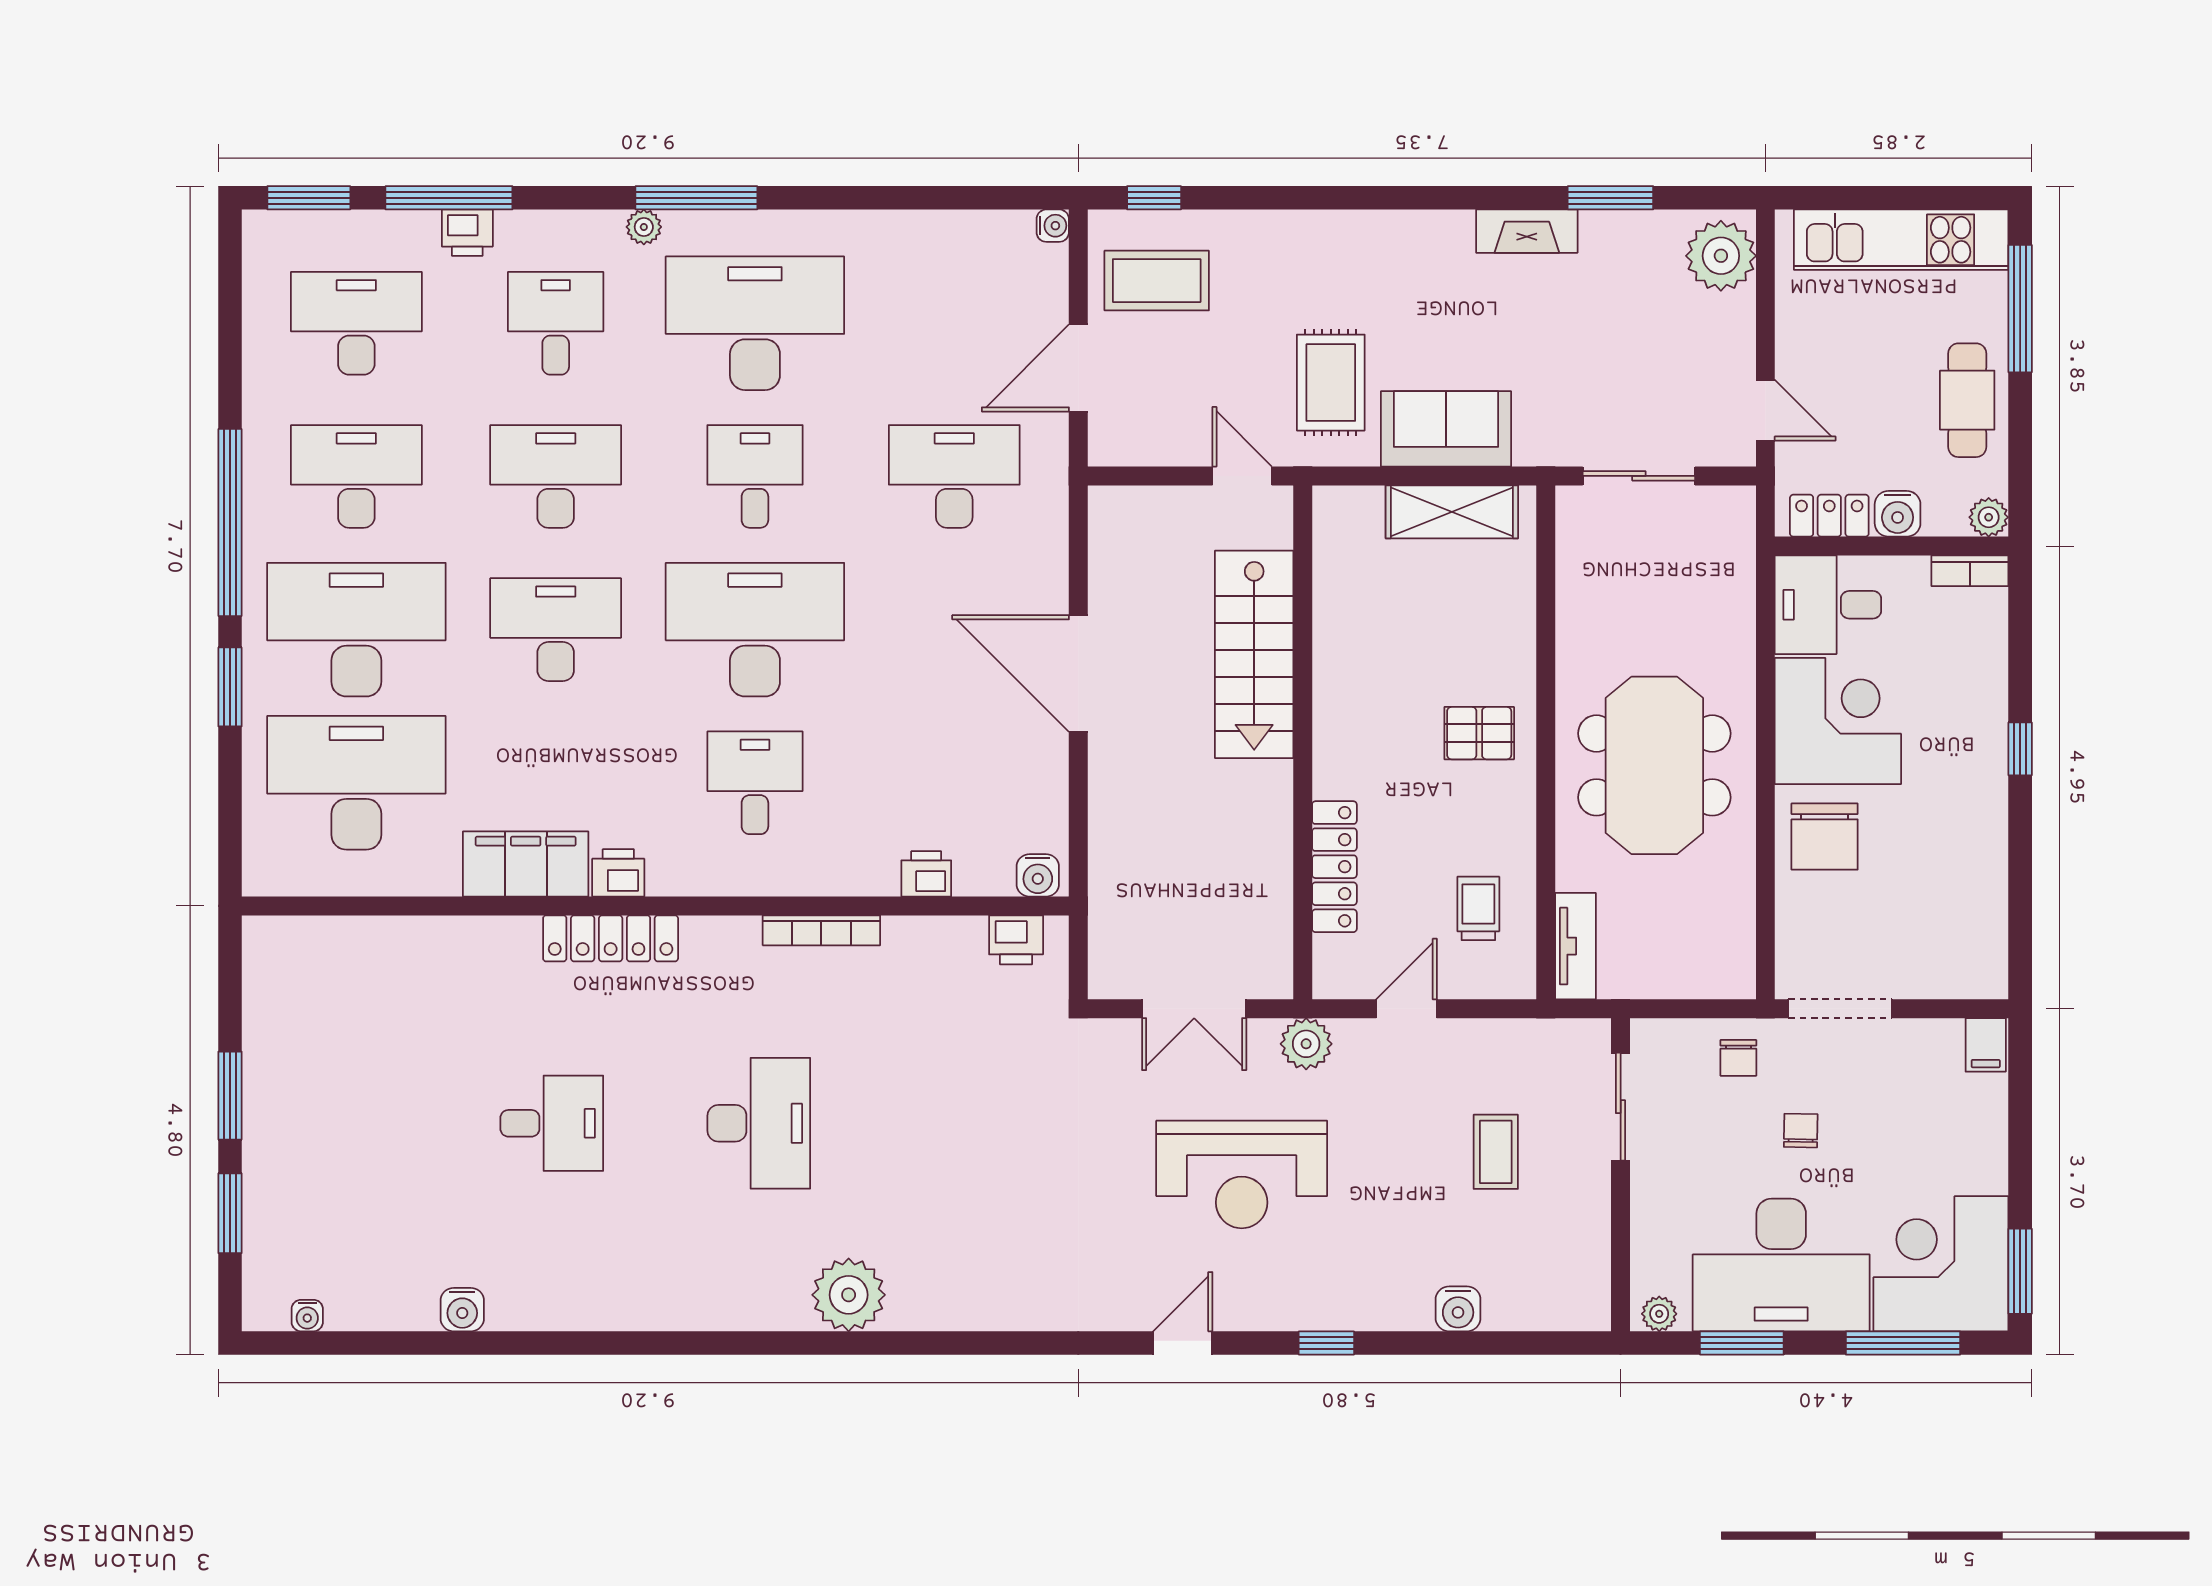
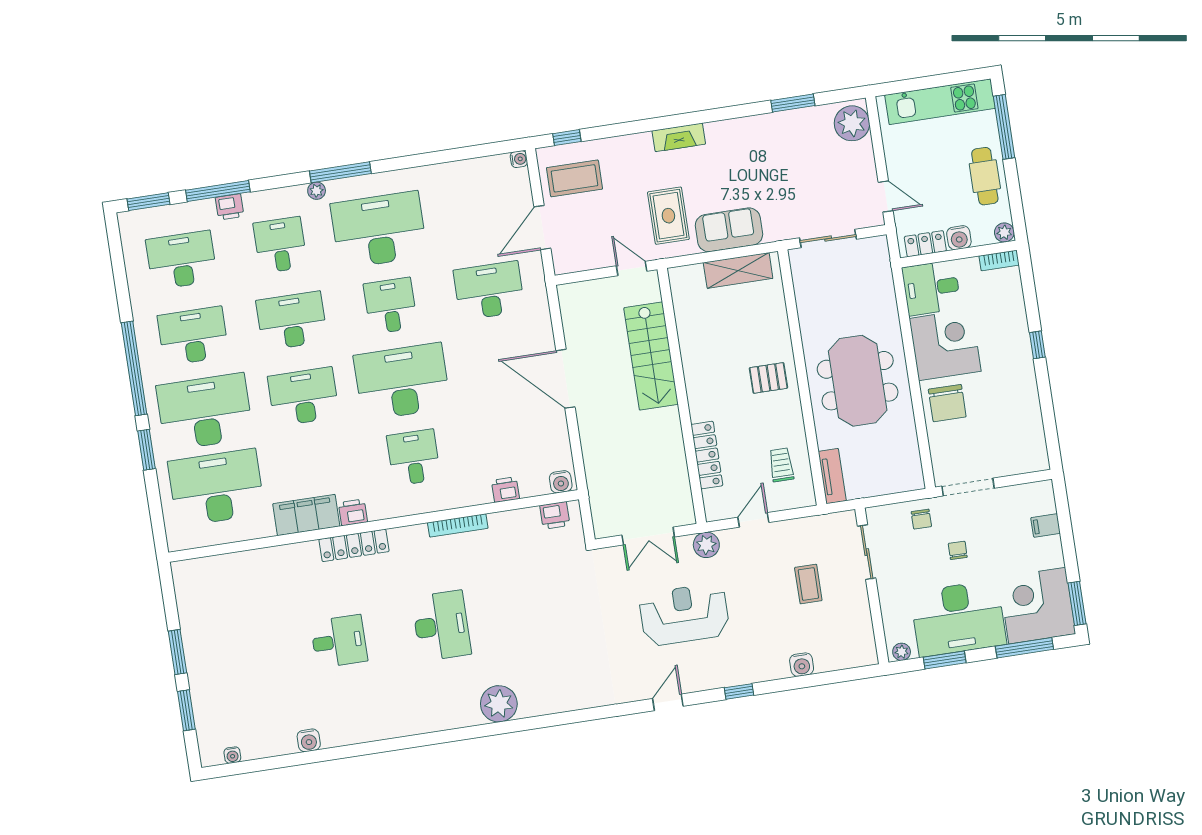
fireplace: (1527, 231) -> (679, 137), moved
filing cabinet: (1986, 1045) -> (1046, 525), moved, turned 90
reception desk: (1242, 1174) -> (684, 614), turned 180

